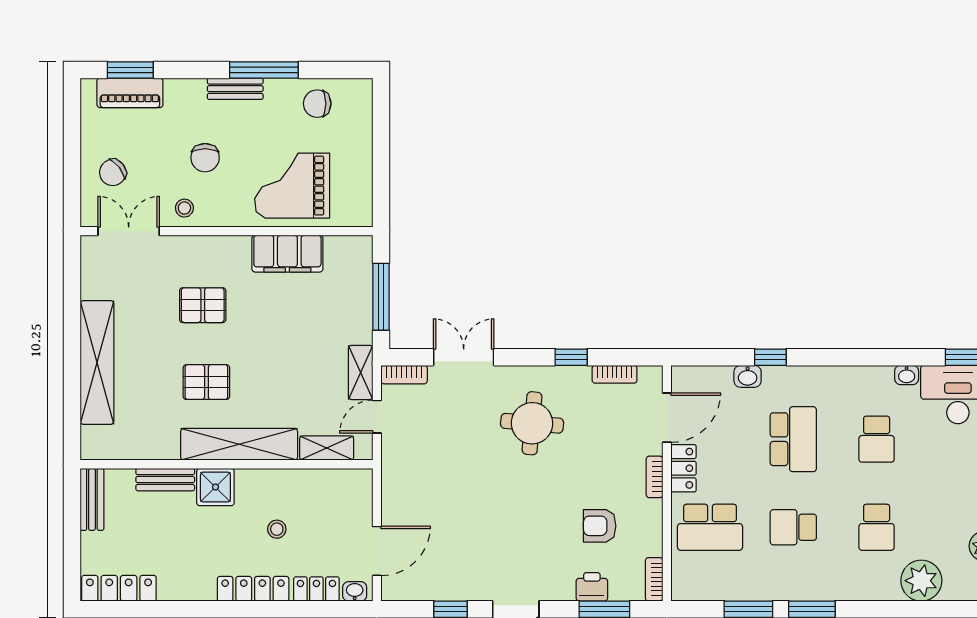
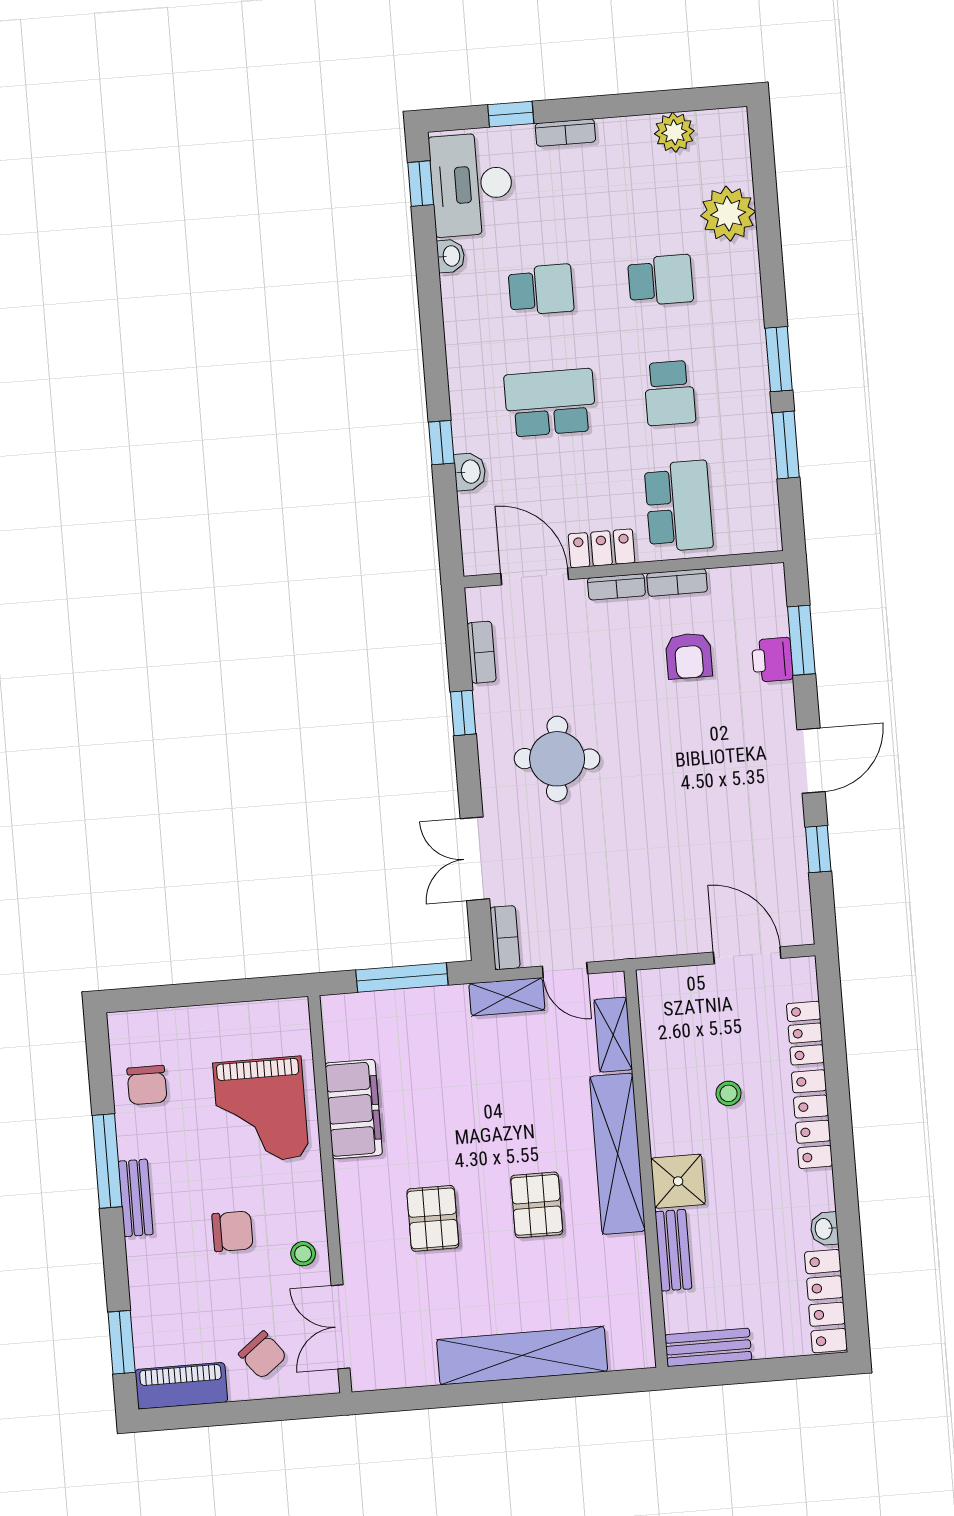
piano: (130, 93) -> (181, 1386), moved, turned -90
bookcase: (654, 579) -> (677, 582), moved
washbasin: (355, 591) -> (824, 1229), moved

